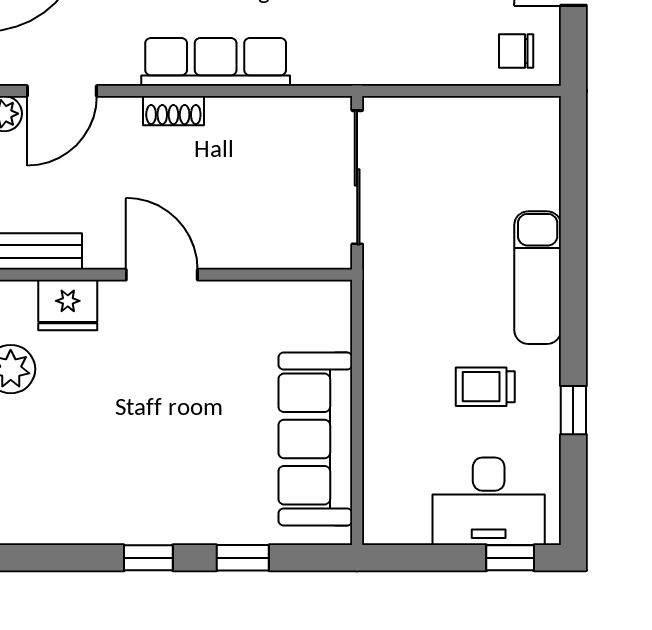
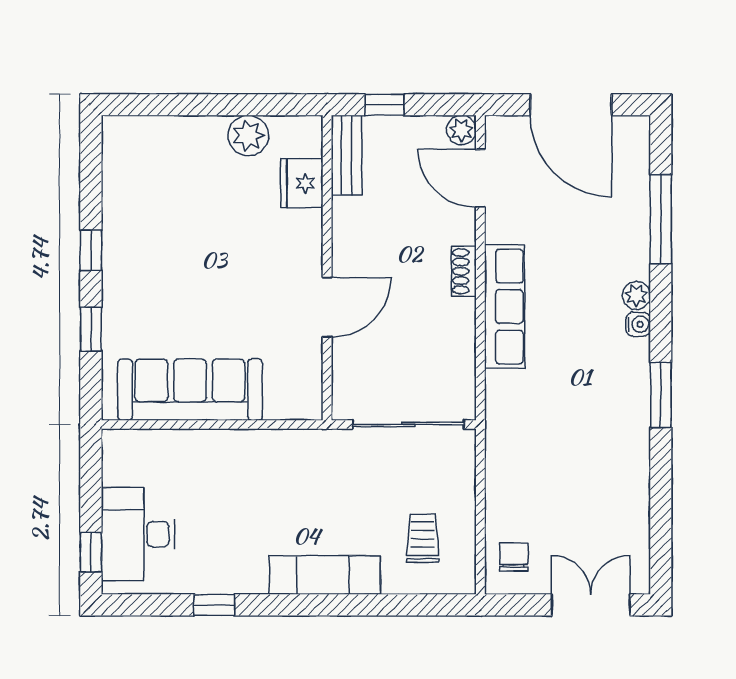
door: (162, 275) -> (327, 307), moved
trolley: (485, 387) -> (423, 538), moved

